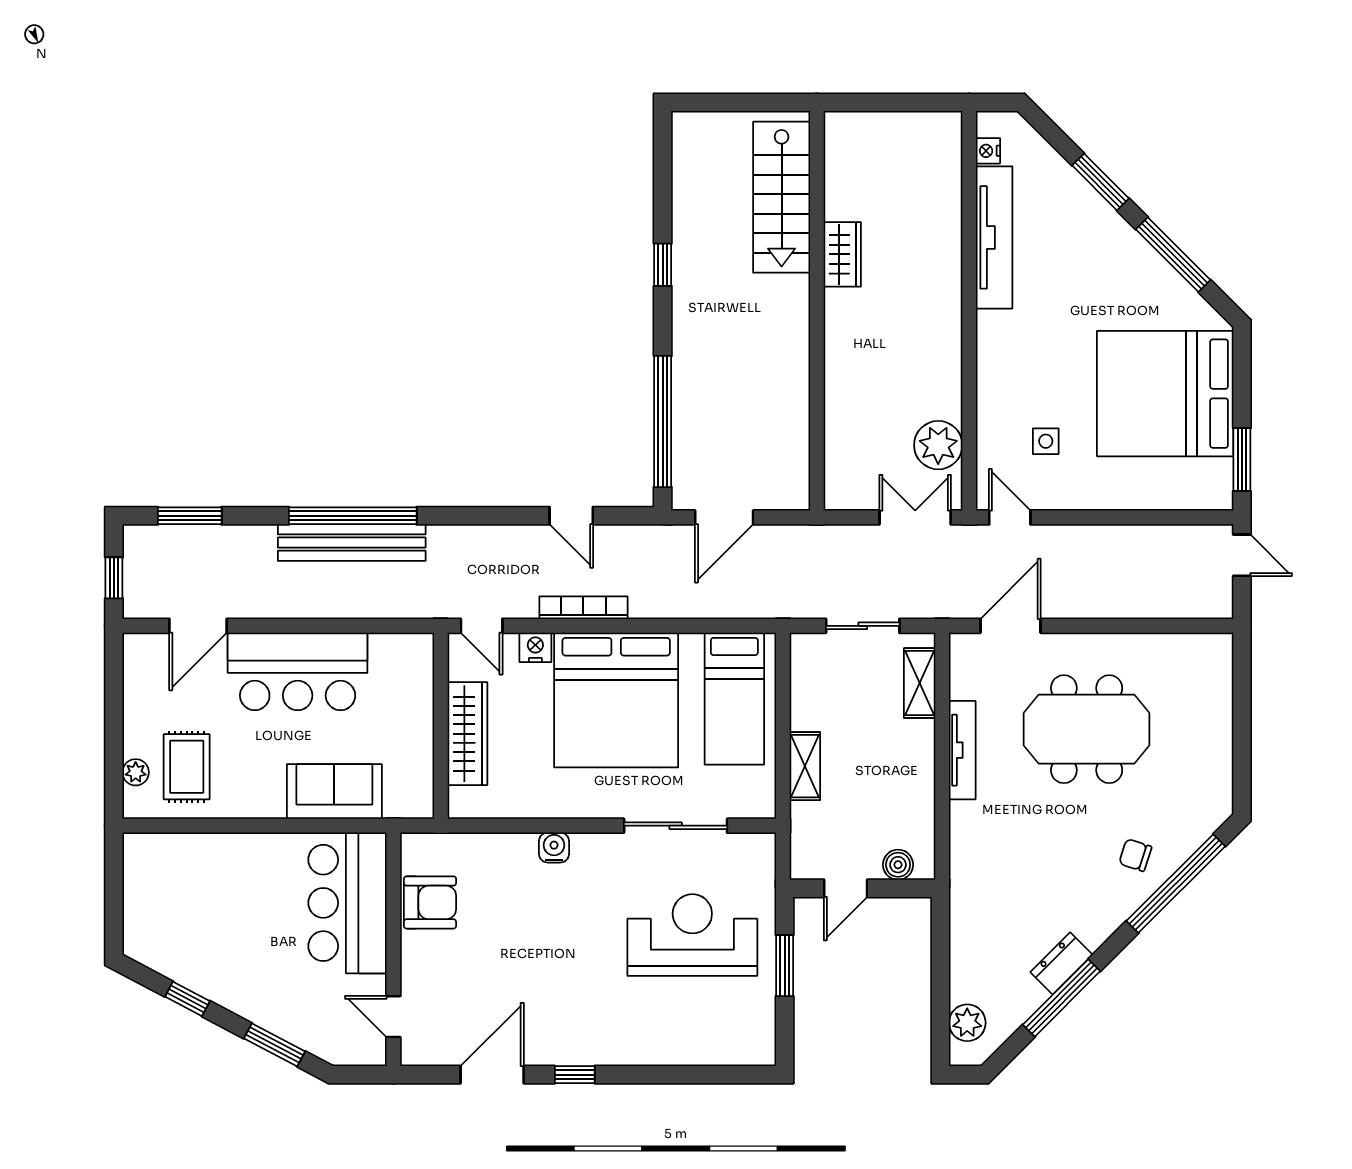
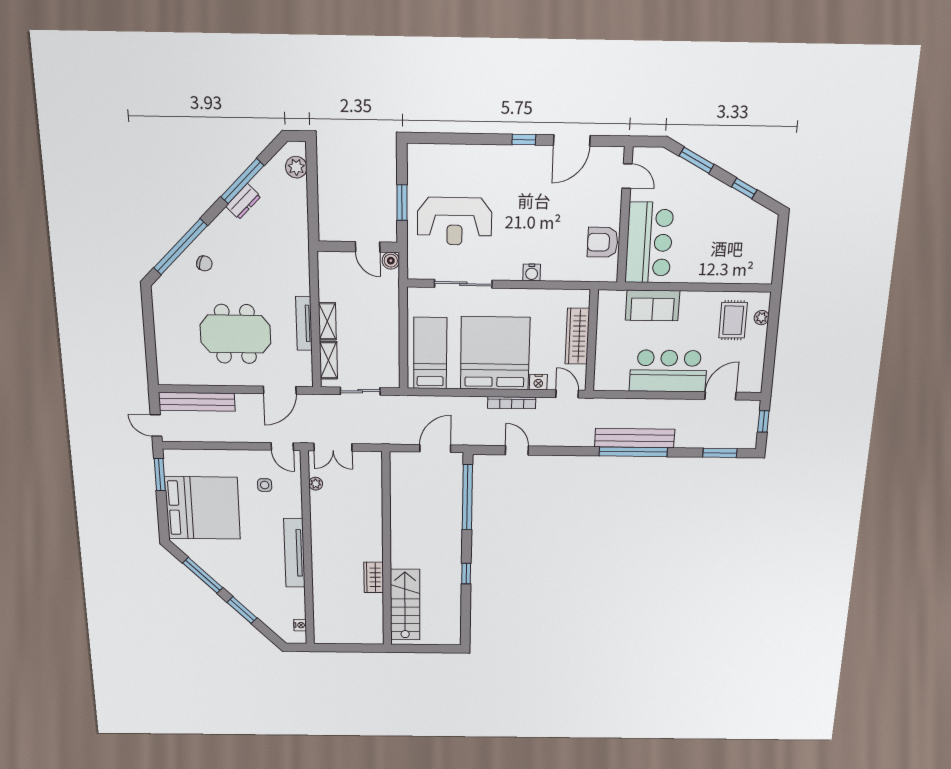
tv unit: (994, 237) -> (294, 553), moved
plant: (938, 445) -> (316, 484), width x0.53, depth x0.53
bench: (1164, 602) -> (197, 402), added
shelving: (805, 766) -> (327, 321), moved
boiler: (898, 865) -> (391, 261), moved
door: (846, 888) -> (368, 247), swing flipped

